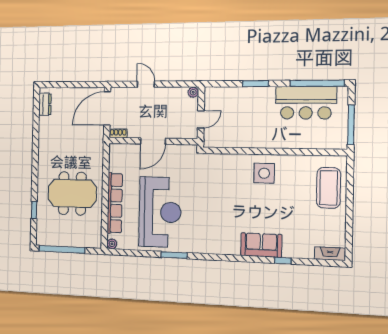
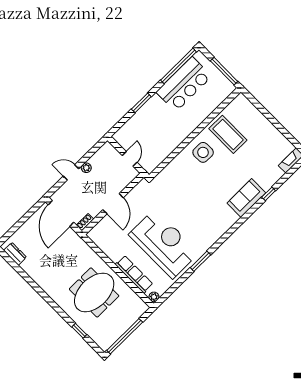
plant: (193, 92) -> (86, 168), moved
coffee table: (329, 188) -> (228, 134), moved
row of seats: (115, 203) -> (134, 274), width x0.73

